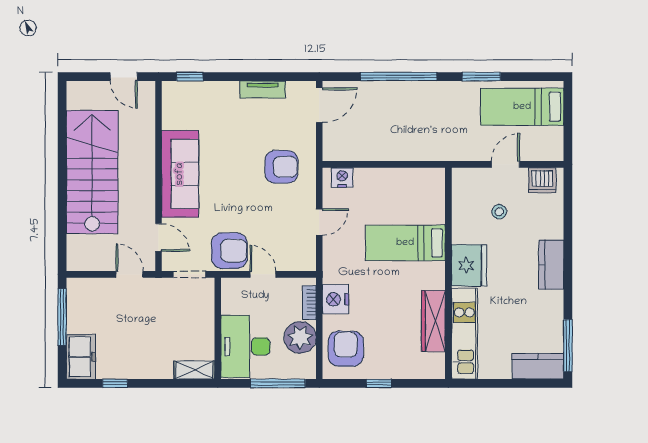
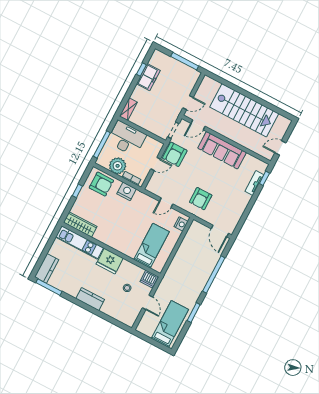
tv unit: (263, 89) -> (254, 183), moved
dishwasher: (542, 180) -> (149, 279), moved, turned -90
door: (319, 222) -> (166, 203), hinge flipped
bed: (405, 243) -> (151, 246), moved
wardrobe: (433, 321) -> (80, 224), moved
freezer: (81, 357) -> (148, 77), moved, turned -90

